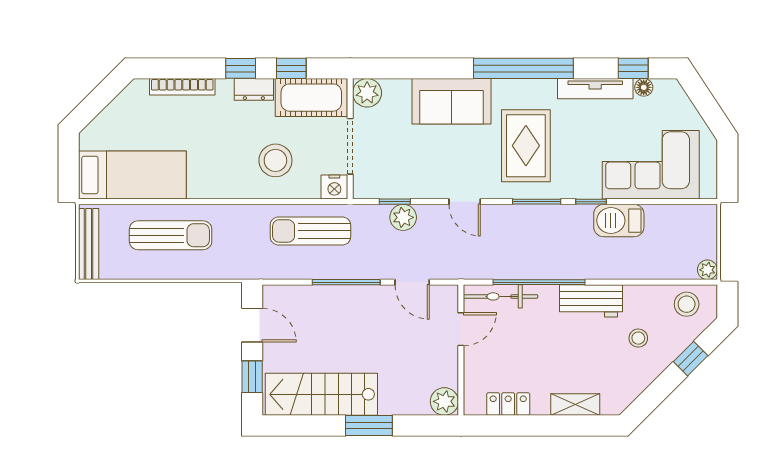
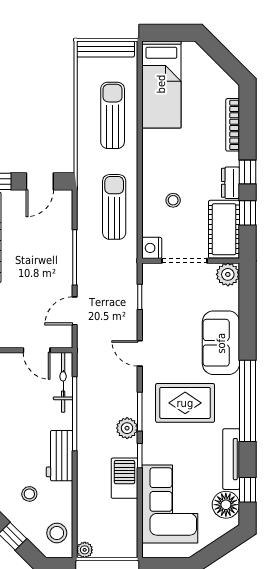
floor lamp: (644, 87) -> (226, 505), width x1.89, depth x1.89
stool: (275, 160) -> (173, 200), width x0.53, depth x0.53
door: (465, 202) -> (140, 353), hinge flipped
plant: (403, 217) -> (127, 428), moved
sun lounger: (310, 231) -> (114, 207), moved
sun lounger: (171, 235) -> (113, 115), turned 180

